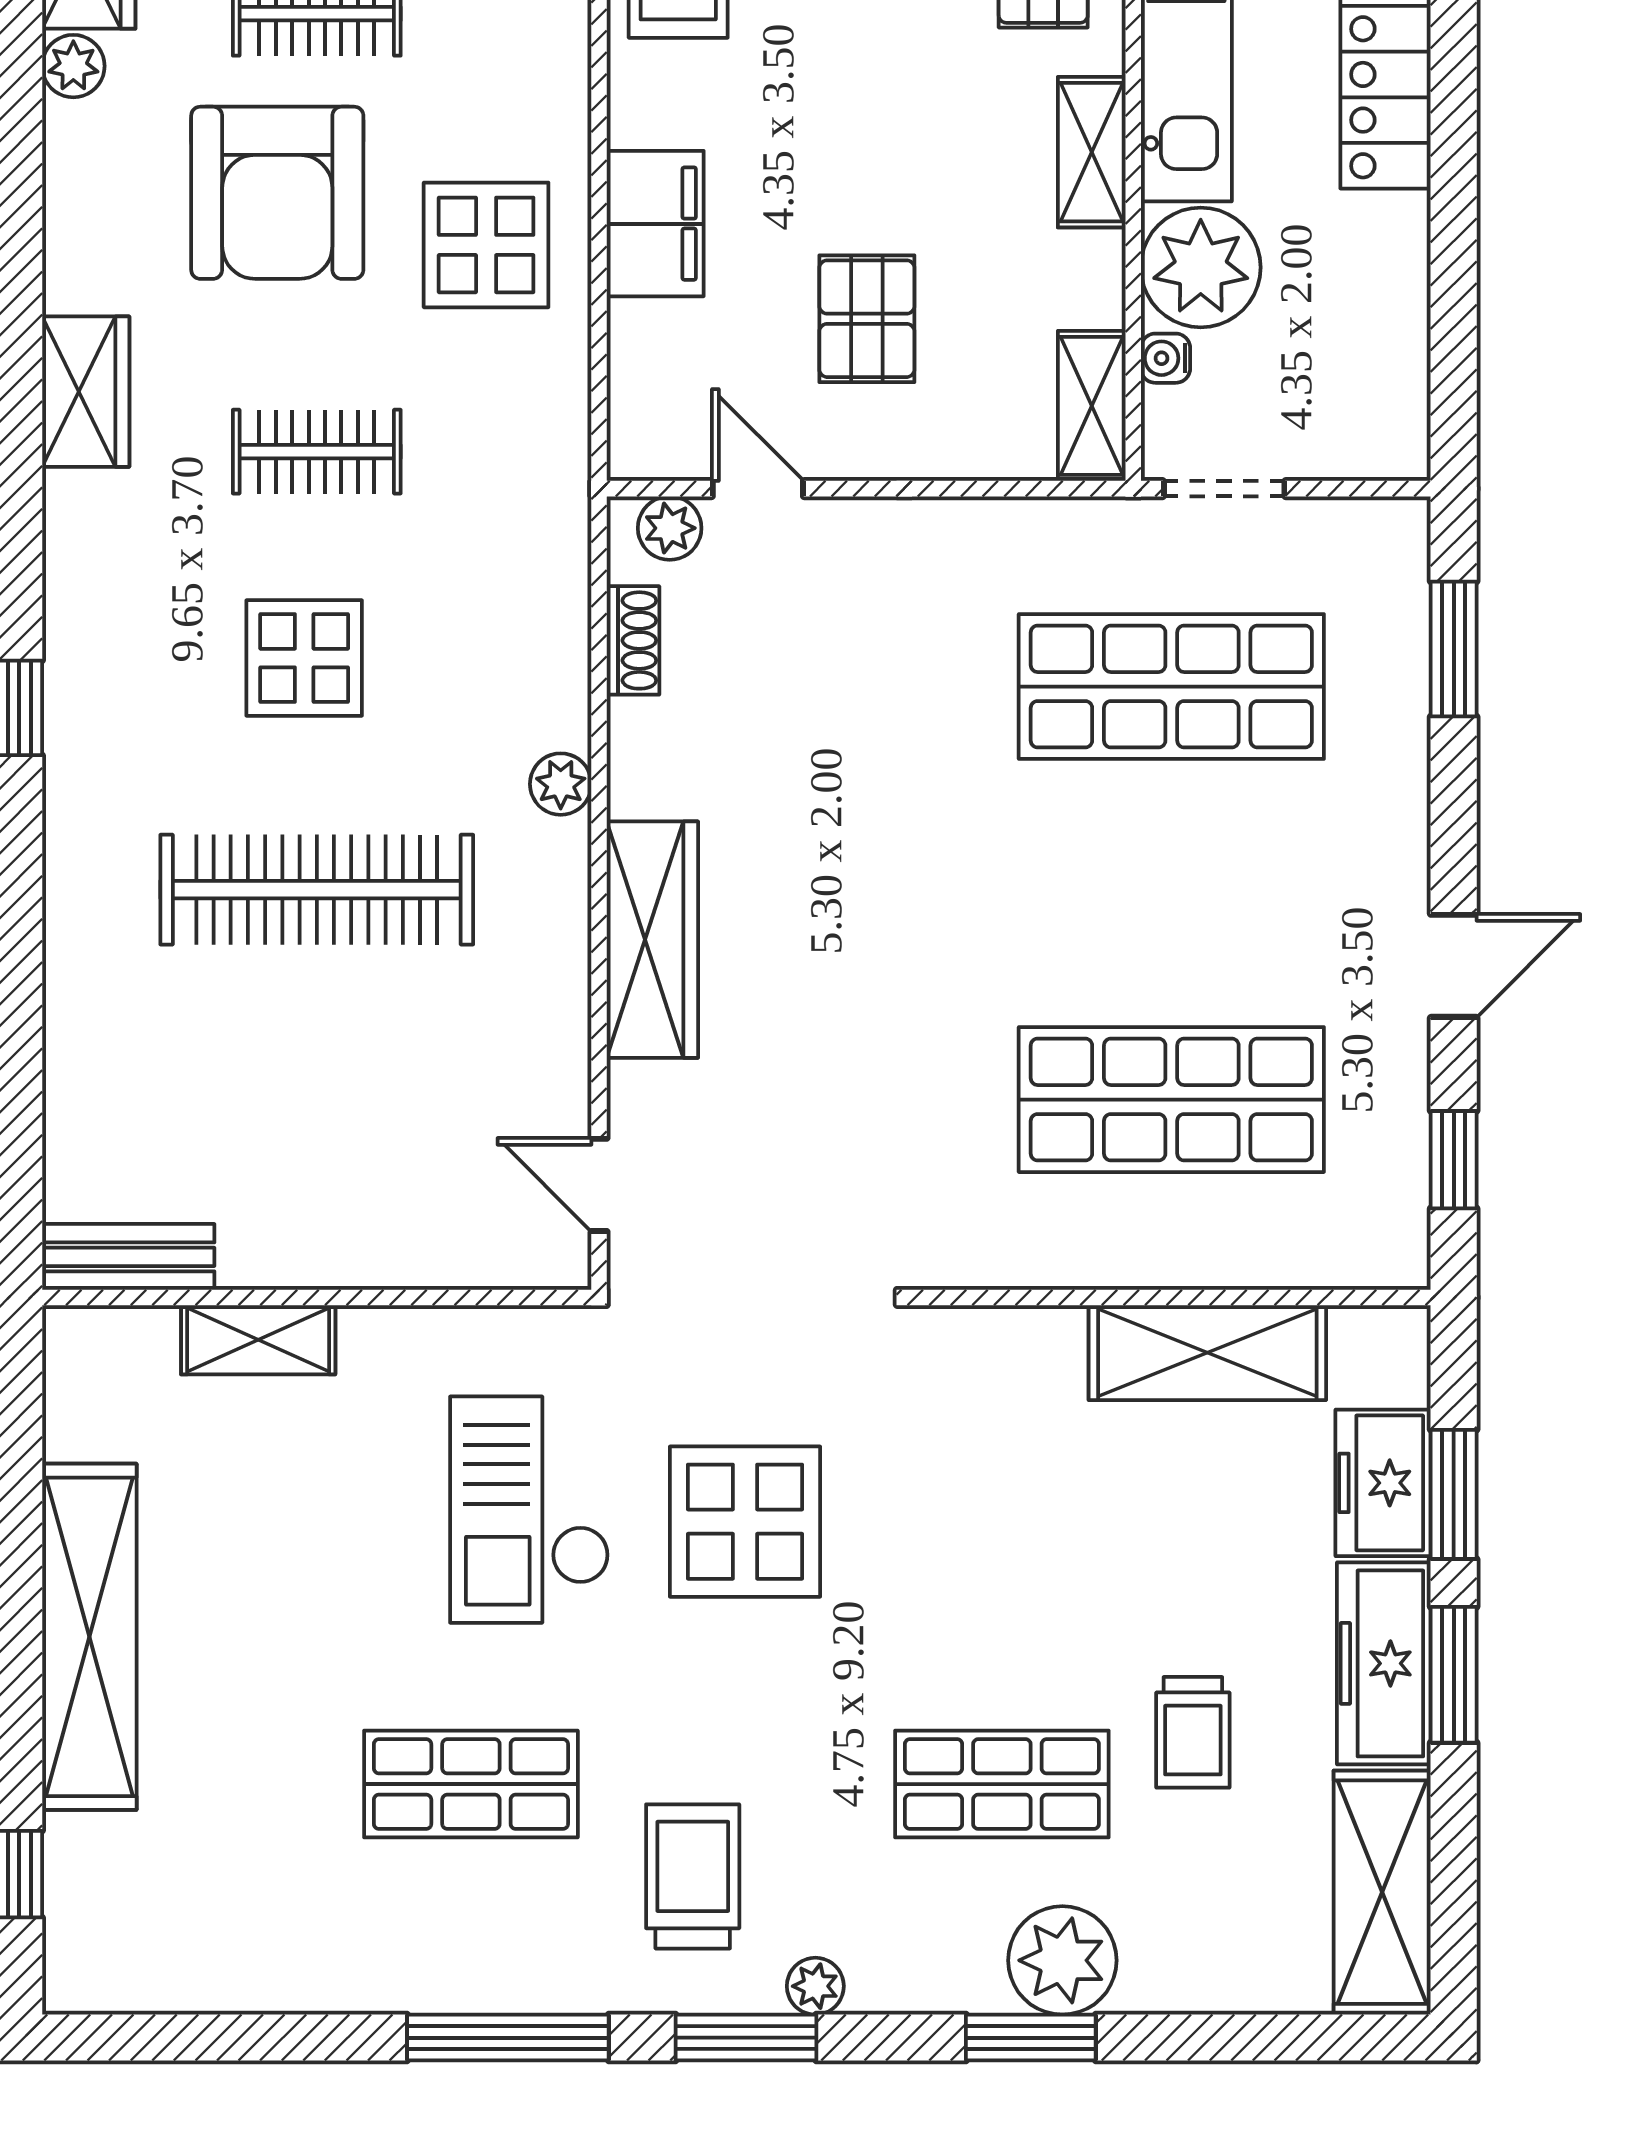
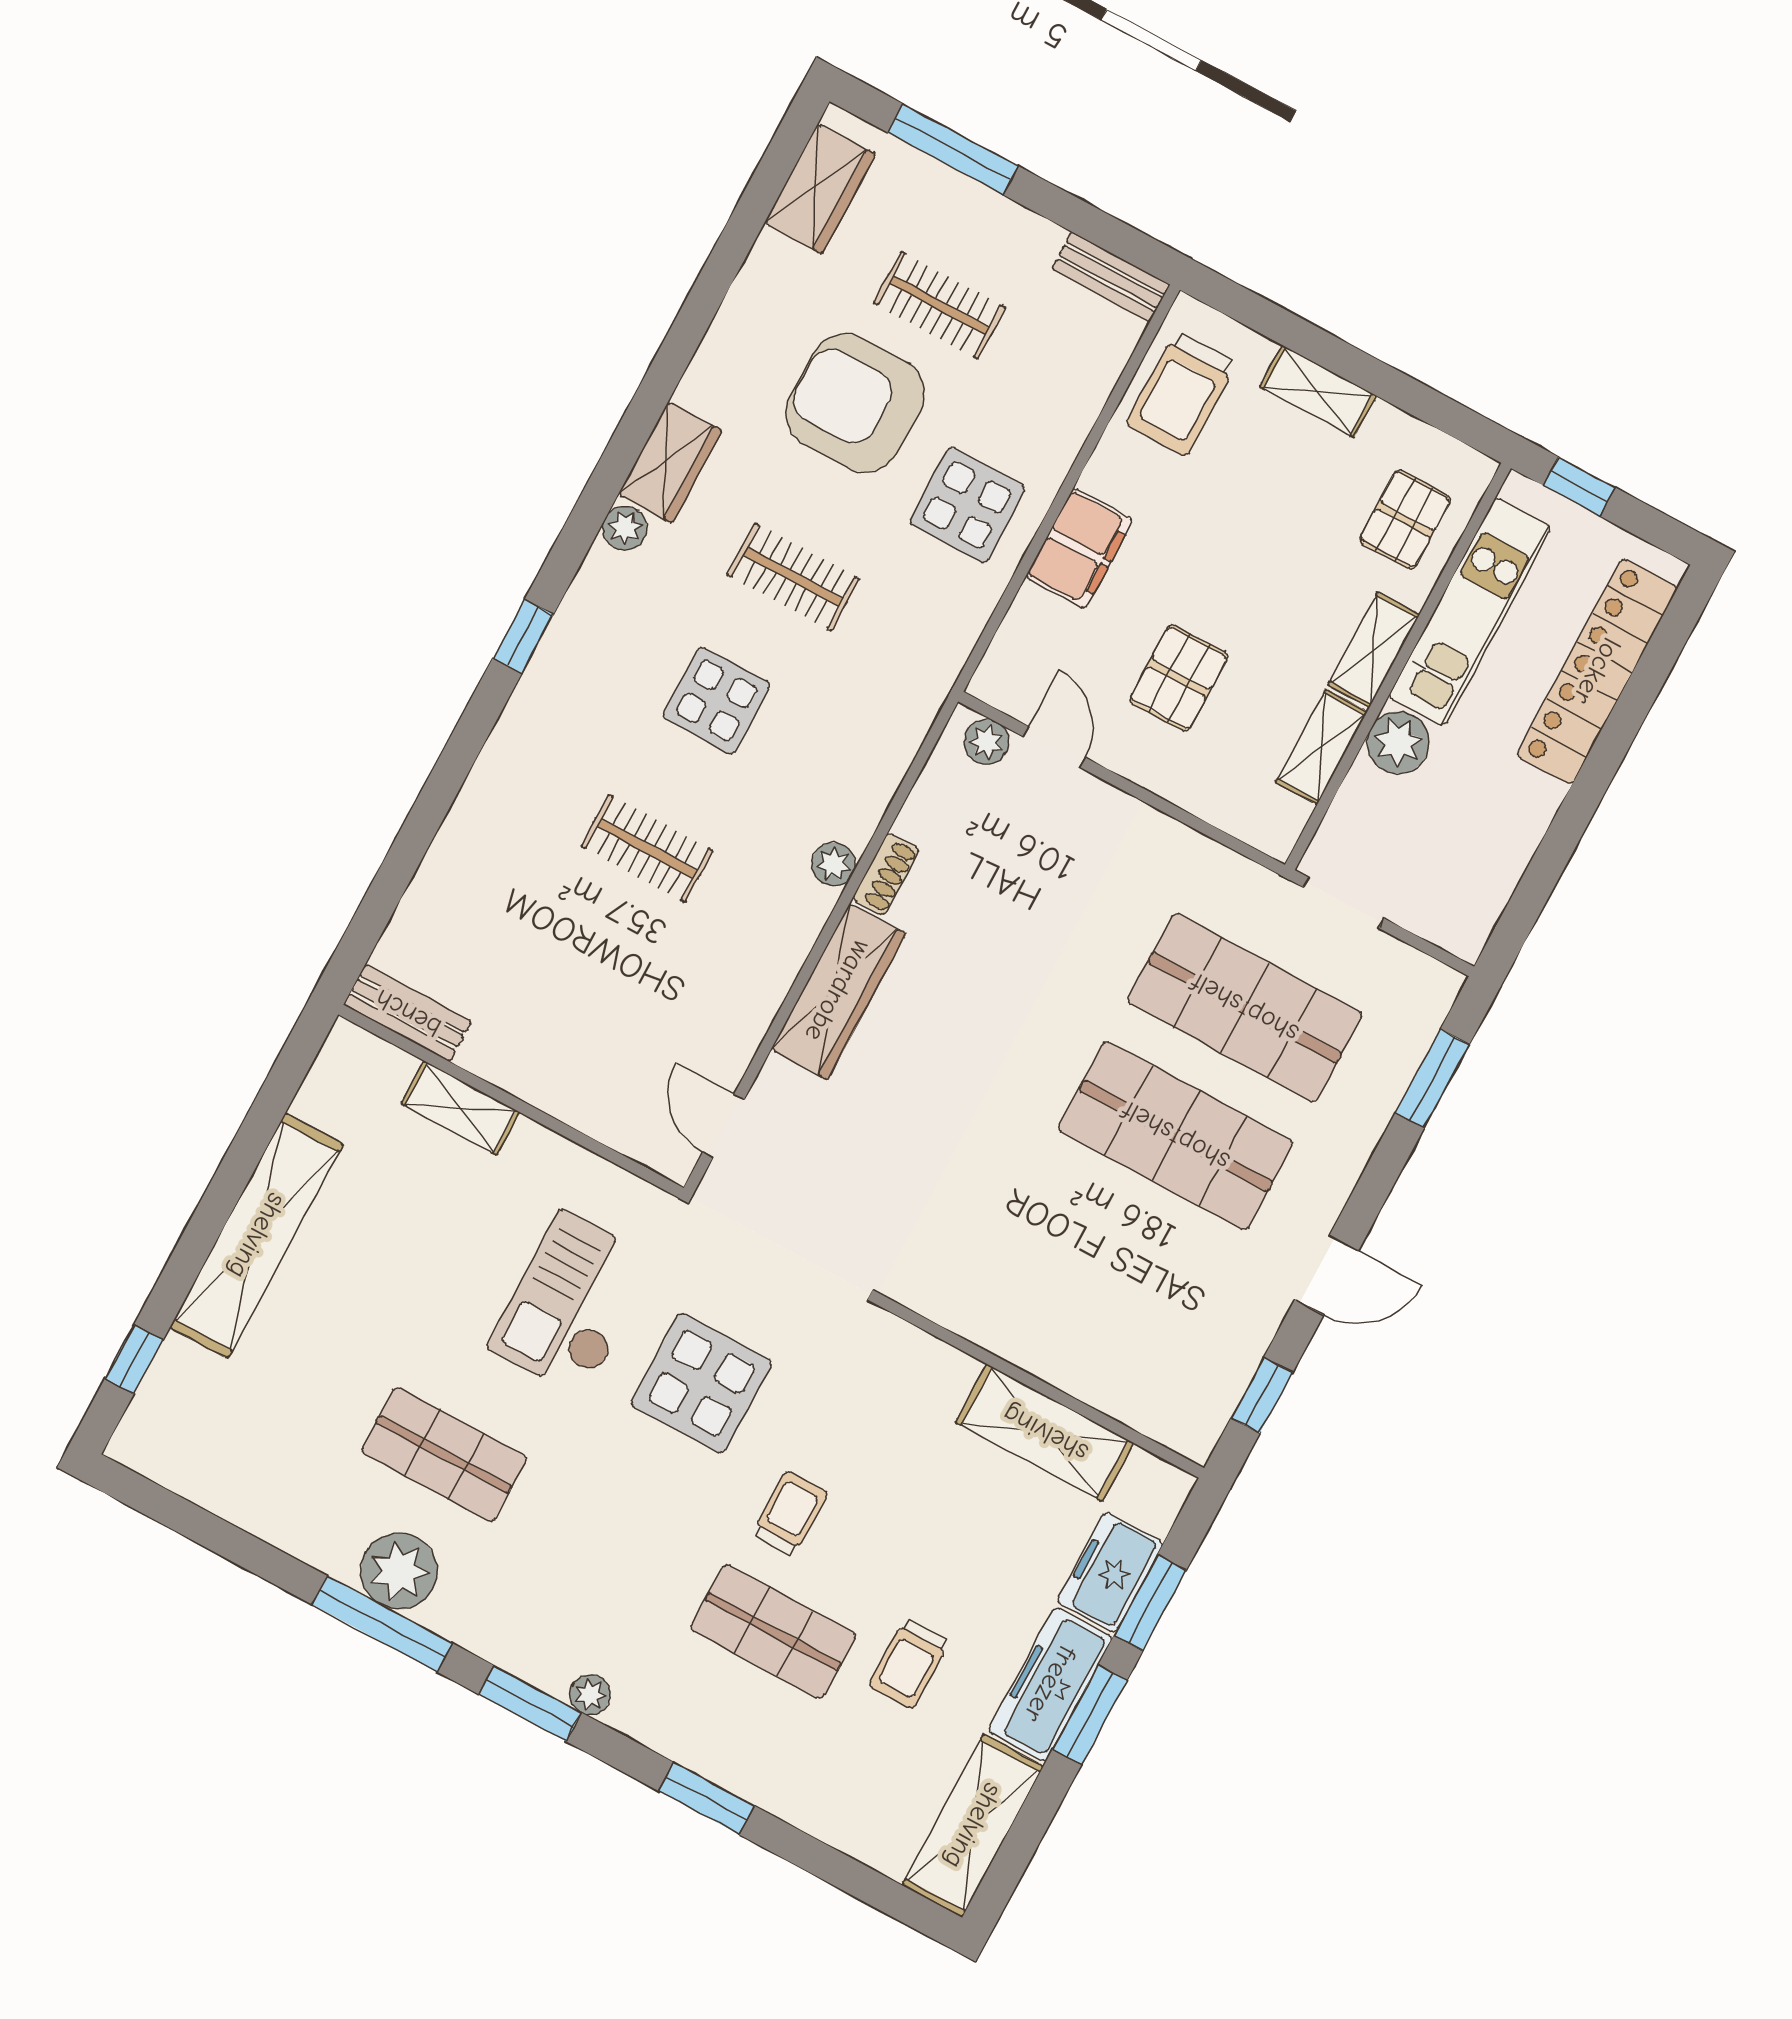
plant: (73, 66) -> (625, 528), moved
armchair: (277, 193) -> (855, 403), turned 90
plant: (1201, 267) -> (1398, 742), width x0.73, depth x0.73
water cooler: (1165, 358) -> (1351, 802), removed
shelving: (1092, 406) -> (1322, 747), moved
shoe rack: (633, 640) -> (886, 874), moved
clothes rail: (317, 890) -> (647, 848), width x0.54, depth x0.76
shop shelf: (1171, 1100) -> (1176, 1136), moved
trolley: (693, 1876) -> (790, 1513), moved, width x0.73, depth x0.72
plant: (1062, 1960) -> (399, 1571), moved

